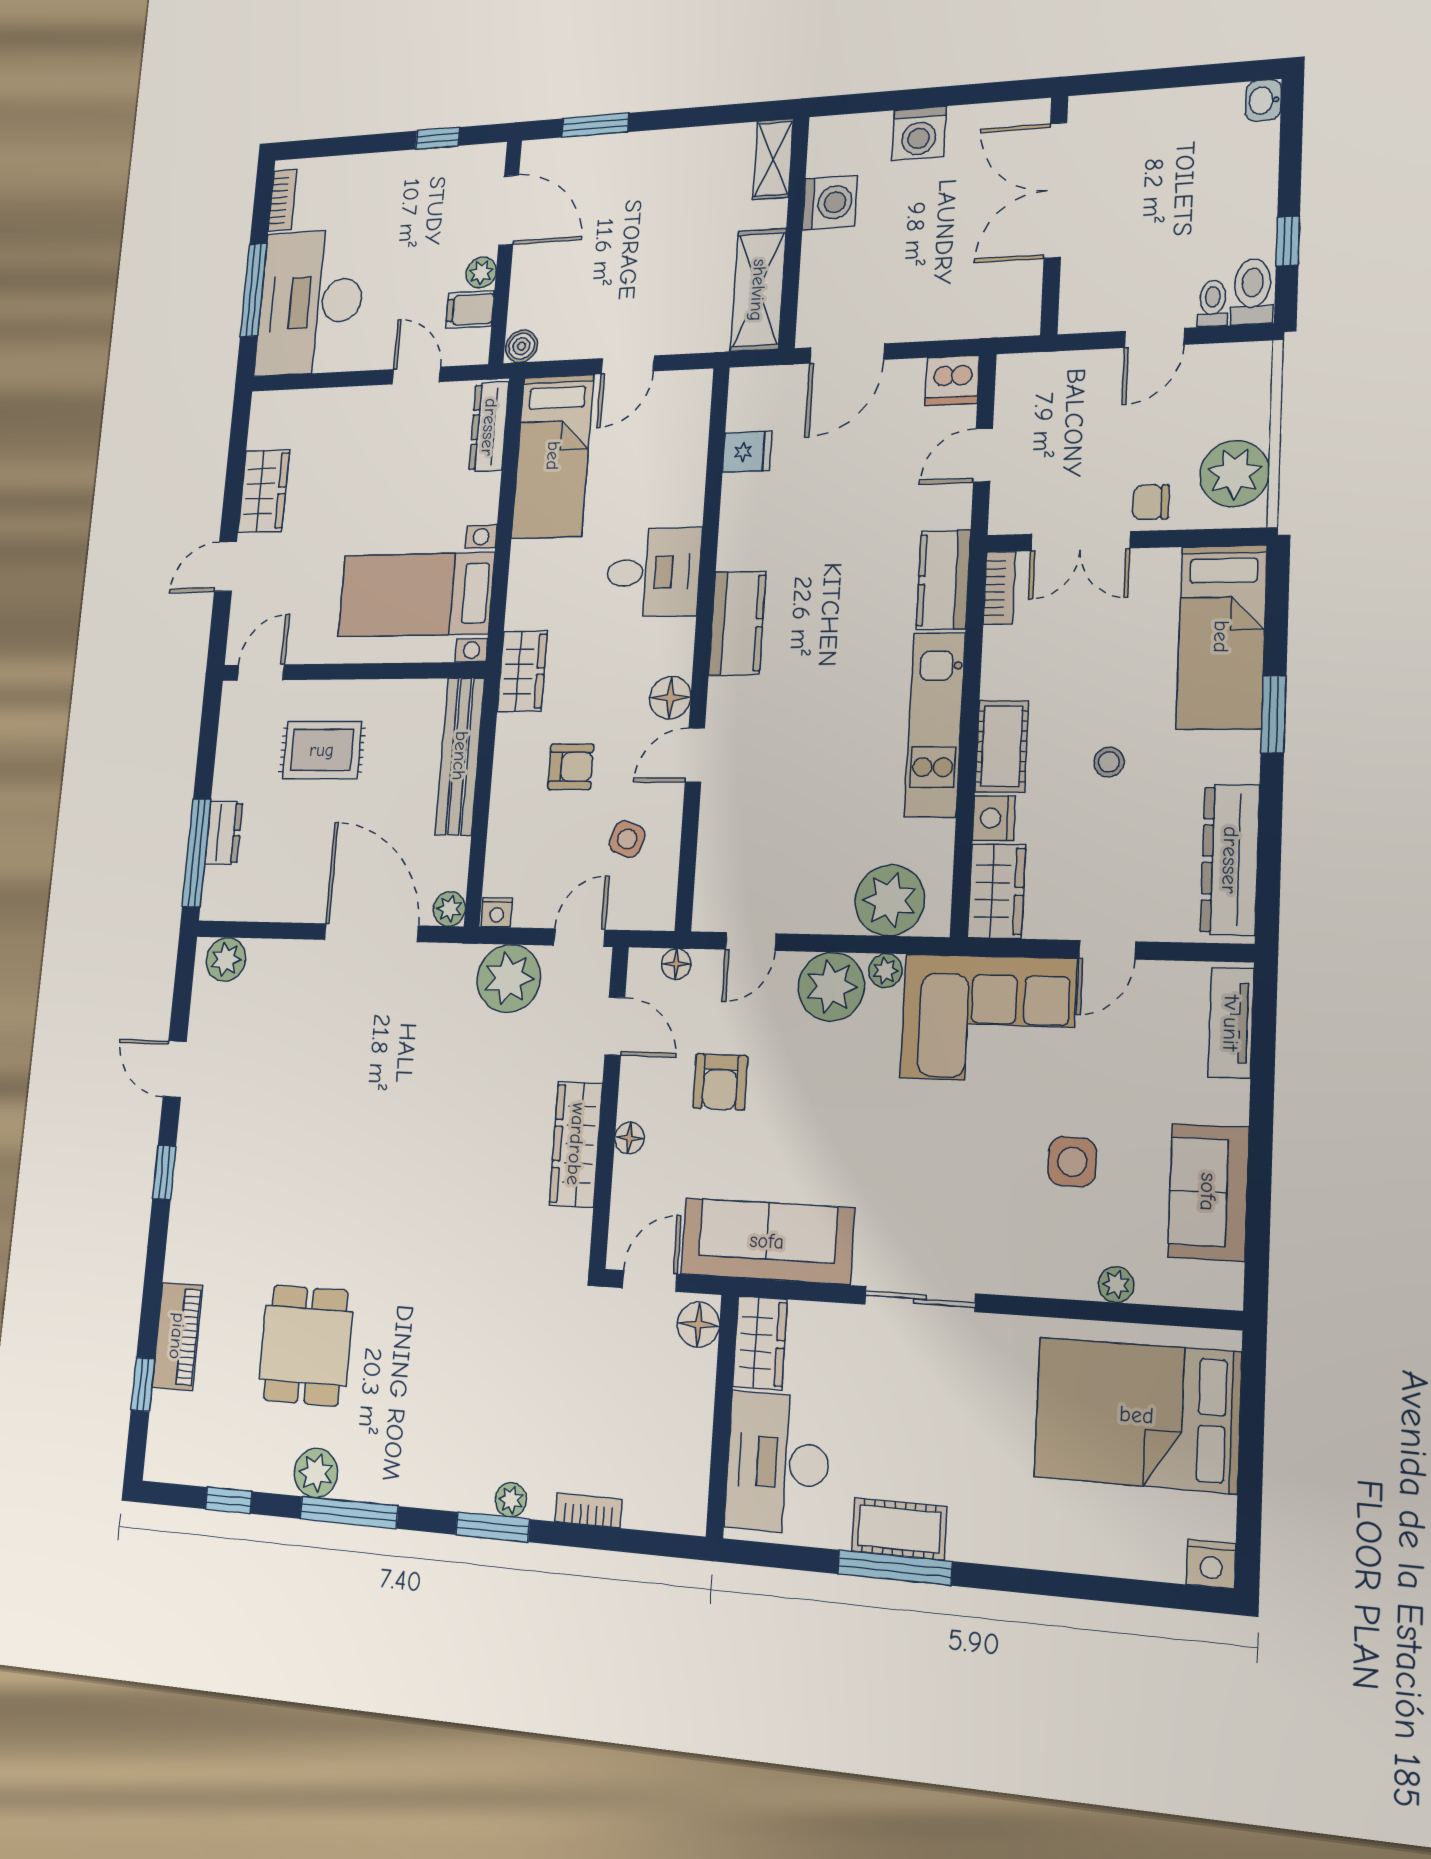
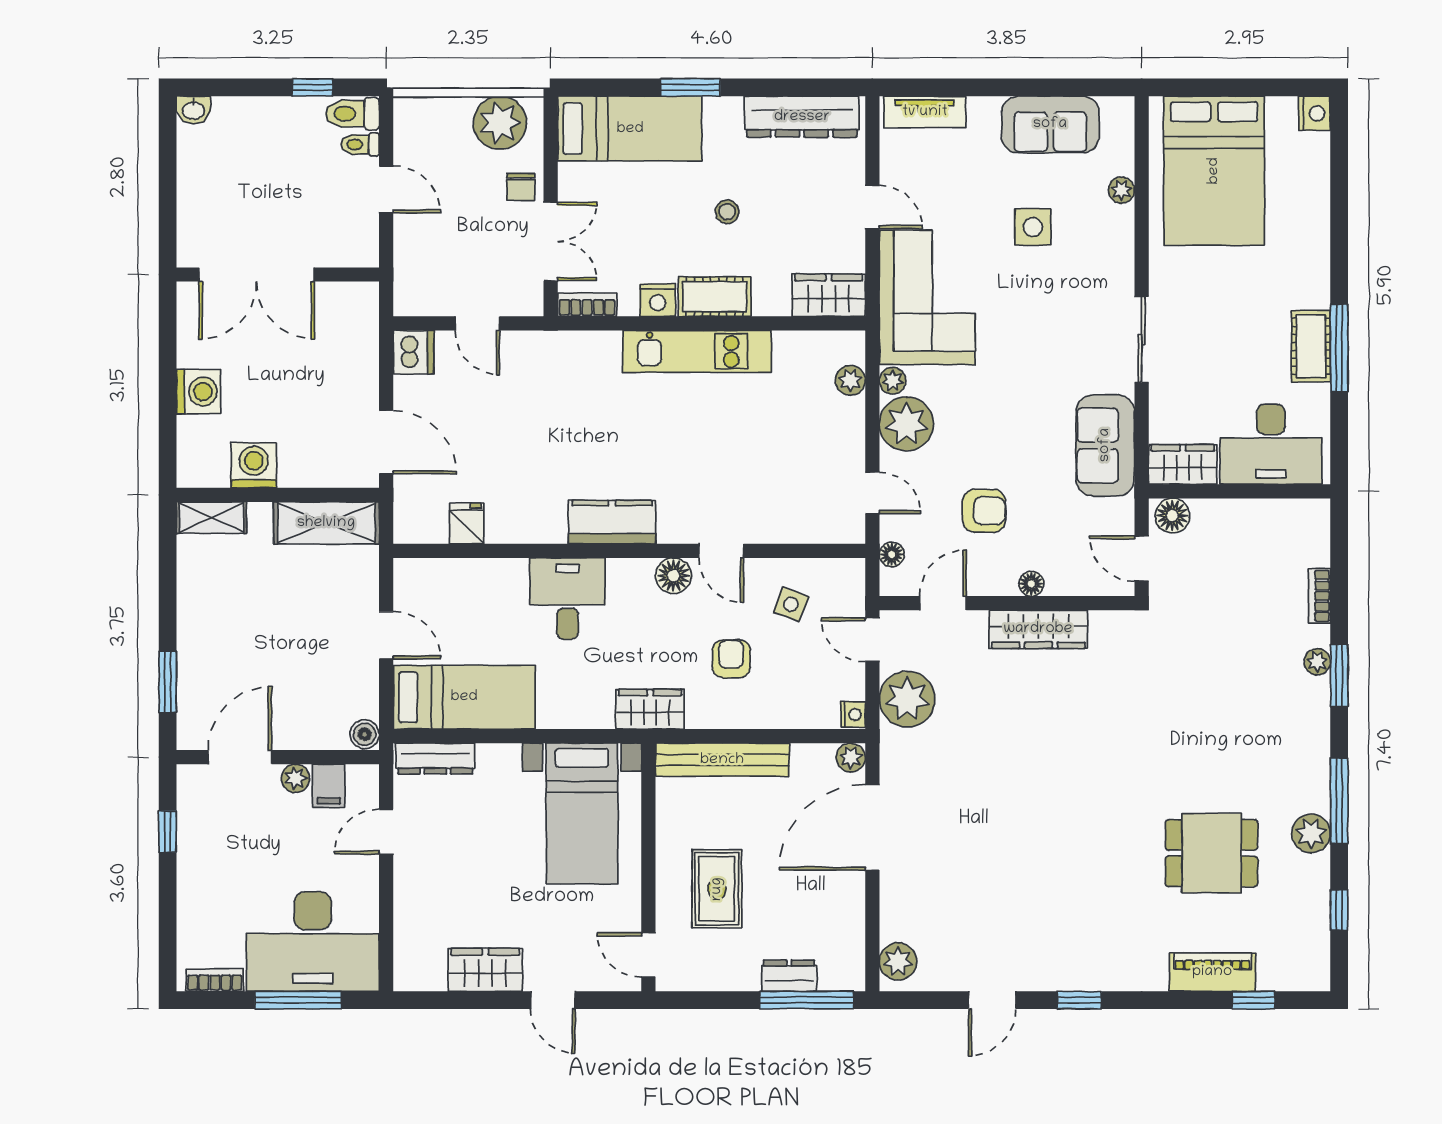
kitchen counter: (943, 580) -> (579, 351), removed
nightstand: (994, 818) -> (658, 300), moved
plant: (890, 900) -> (850, 380), width x0.53, depth x0.53
sofa: (767, 1241) -> (1105, 445), width x0.73

